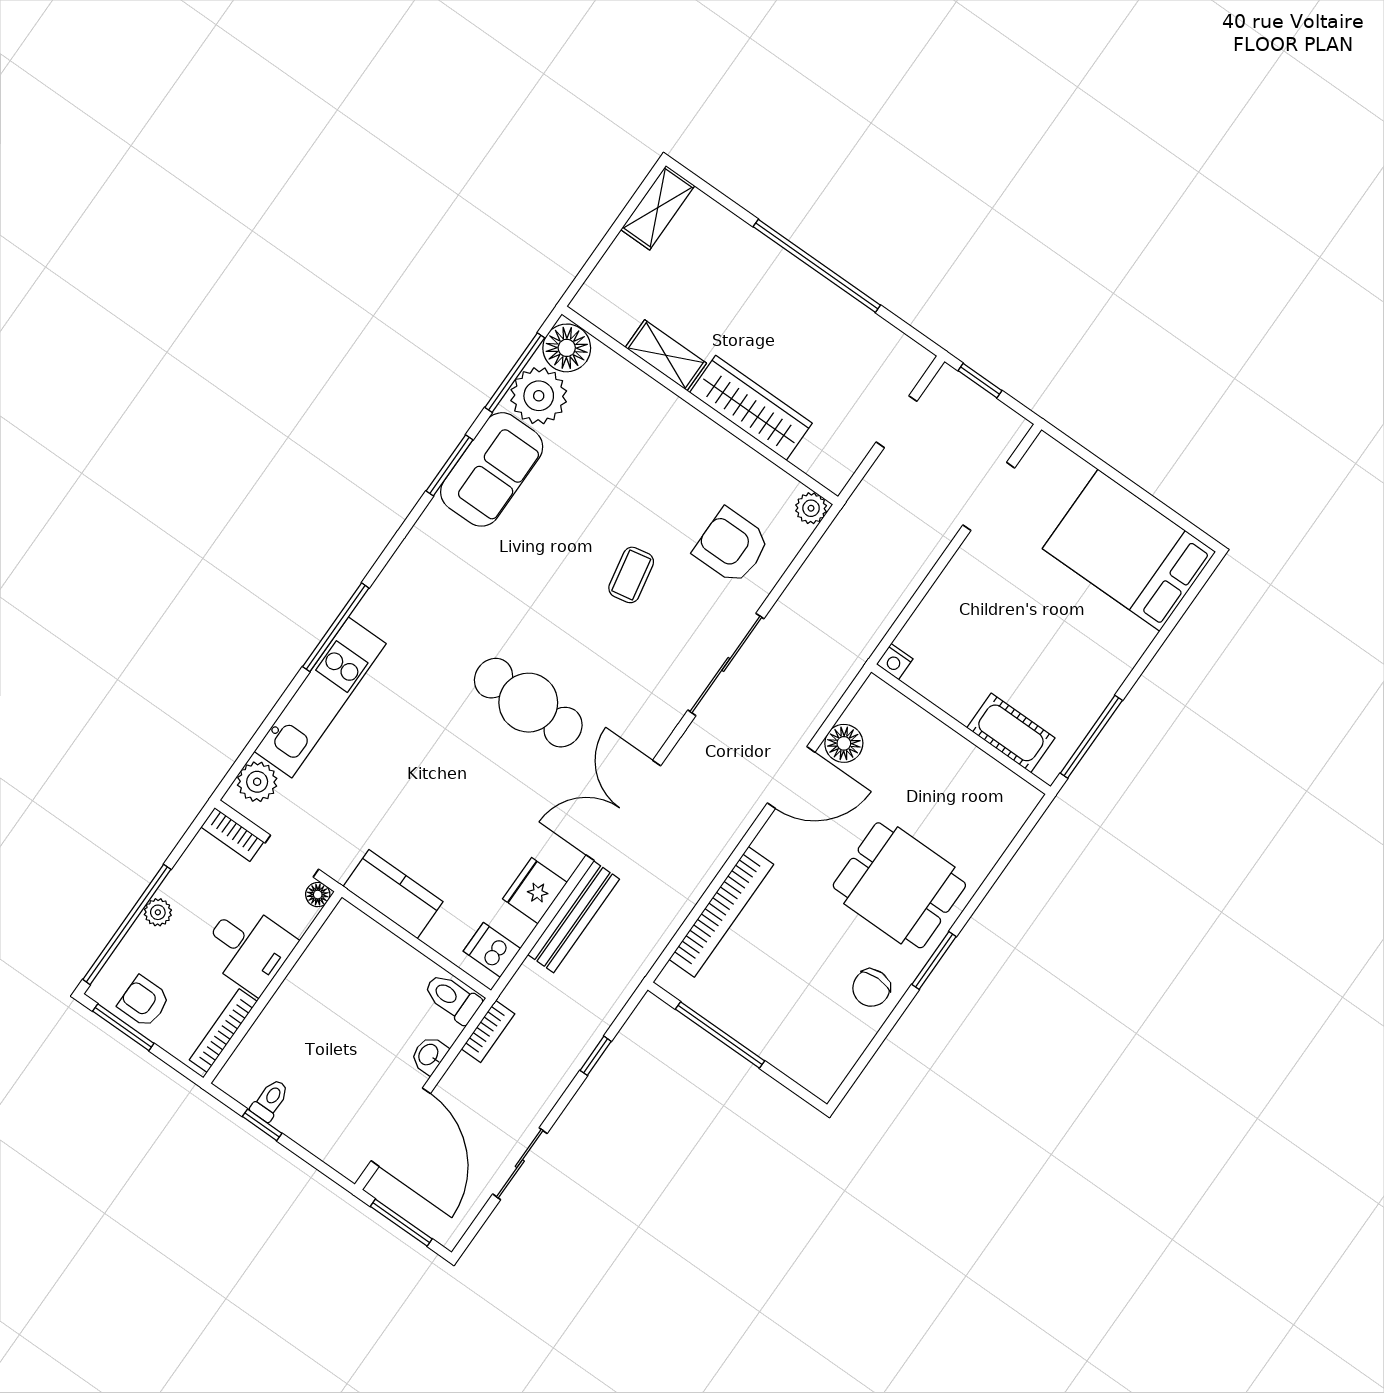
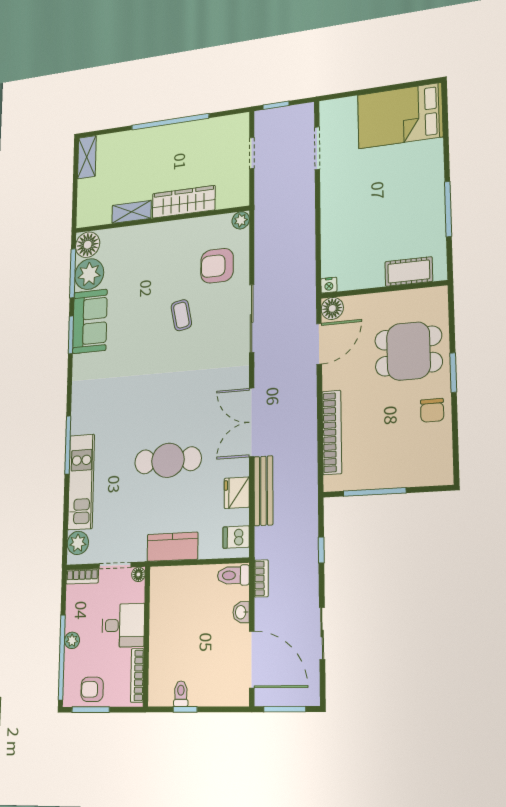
nightstand: (895, 662) -> (329, 285), moved
cafe table: (528, 703) -> (168, 460), moved
wall: (961, 729) -> (383, 289), moved
cot: (1011, 733) -> (409, 271), moved

